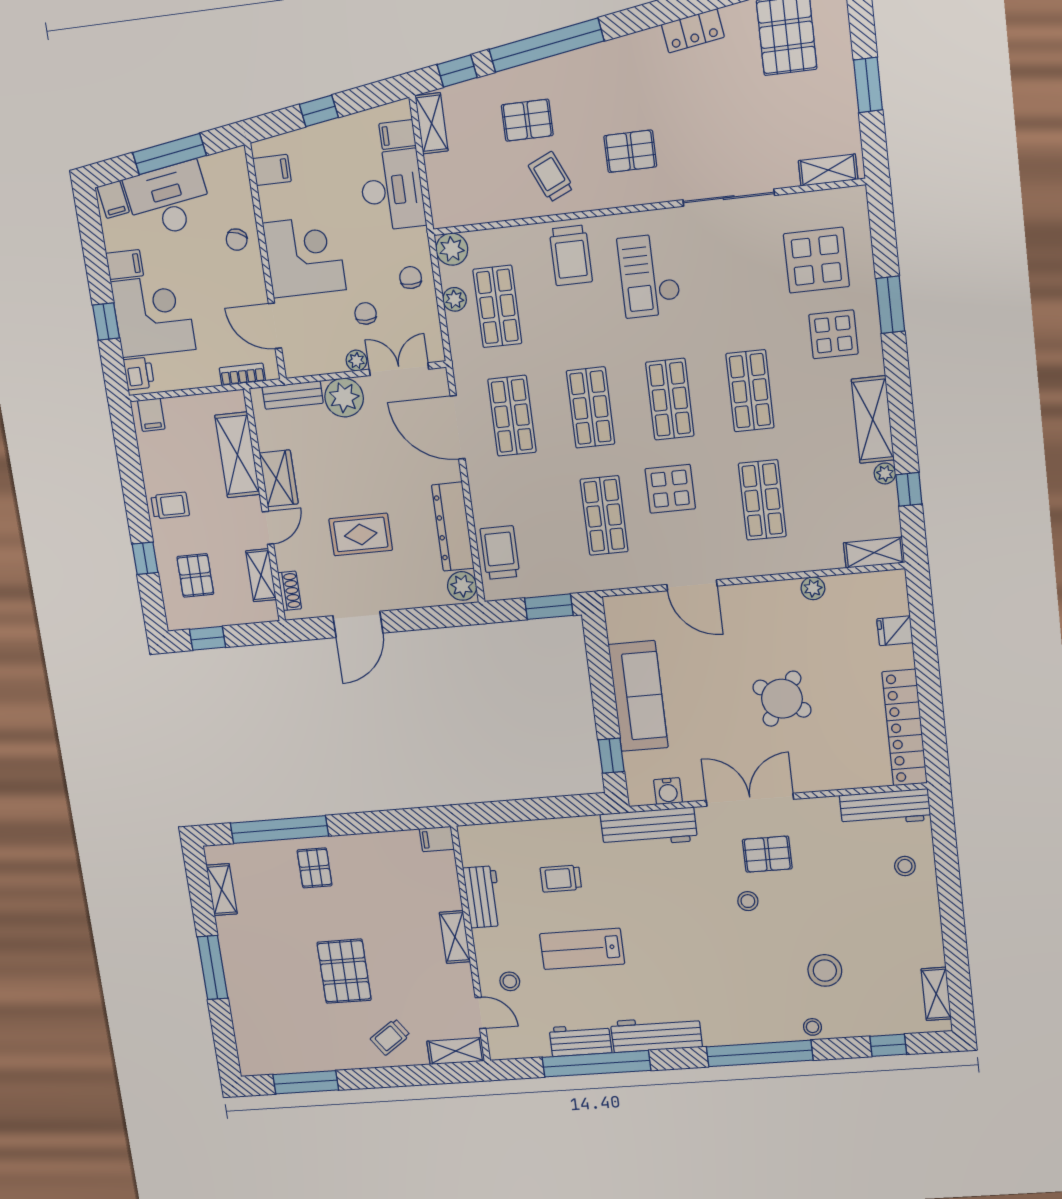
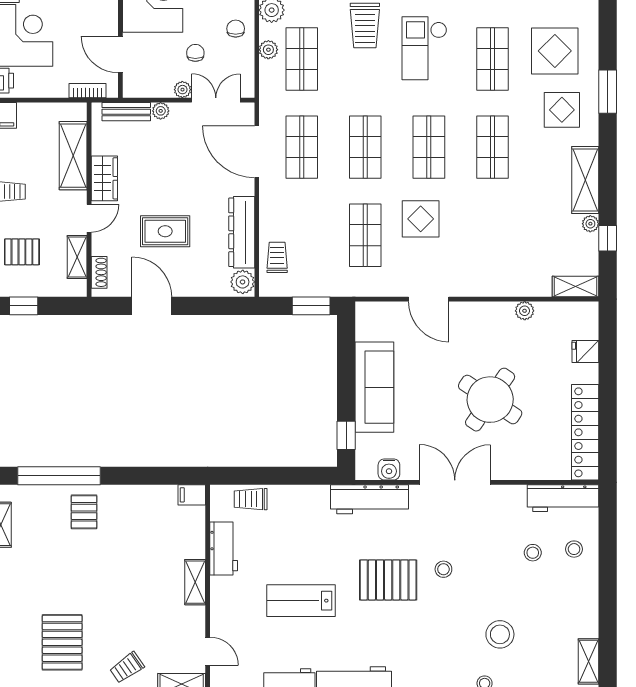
plant: (344, 398) -> (161, 111), width x0.53, depth x0.53
shop shelf: (762, 500) -> (492, 59), moved
trolley: (500, 553) -> (277, 257), width x0.73, depth x0.72
pallet: (195, 575) -> (22, 252), turned 90
door: (358, 624) -> (152, 306), swing flipped
round table: (782, 699) -> (490, 400), width x1.36, depth x1.36
pallet: (767, 854) -> (388, 580), moved, width x1.50, depth x1.42
trolley: (561, 878) -> (251, 499), moved
pallet: (344, 971) -> (62, 642), moved
stool: (510, 981) -> (533, 553), moved

